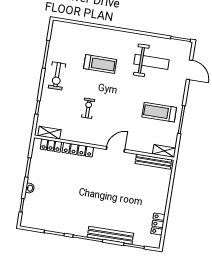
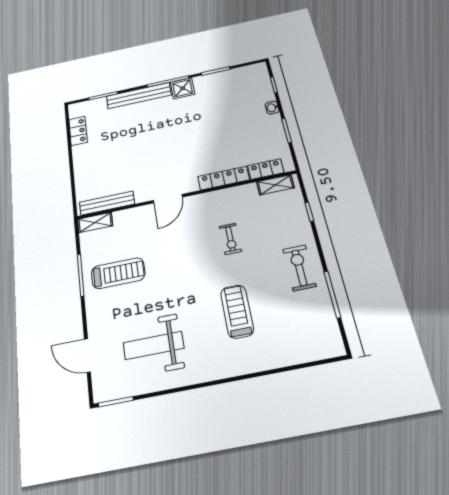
treadmill: (100, 64) -> (237, 311), turned 90
shower: (80, 228) -> (183, 88), added

